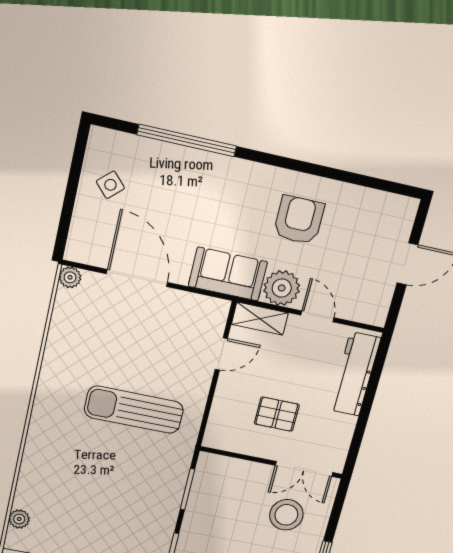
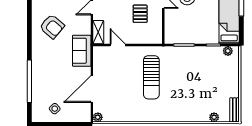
armchair: (299, 220) -> (52, 26), turned -140
plant: (282, 288) -> (83, 26), removed

